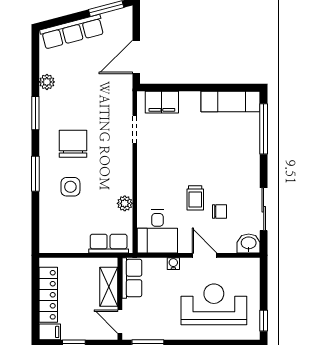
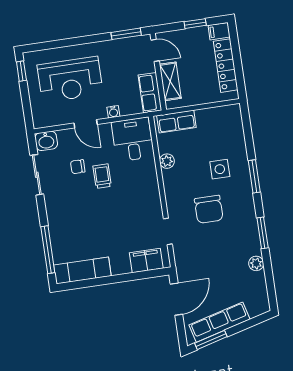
row of seats: (72, 32) -> (220, 322), moved
chair: (73, 144) -> (209, 209), moved

